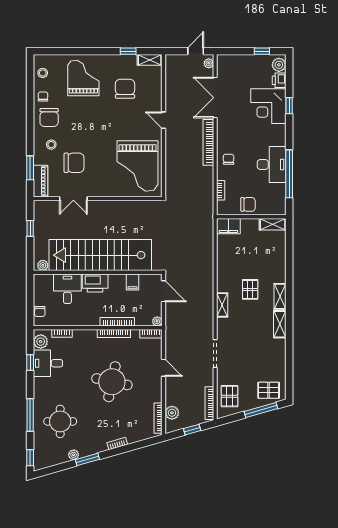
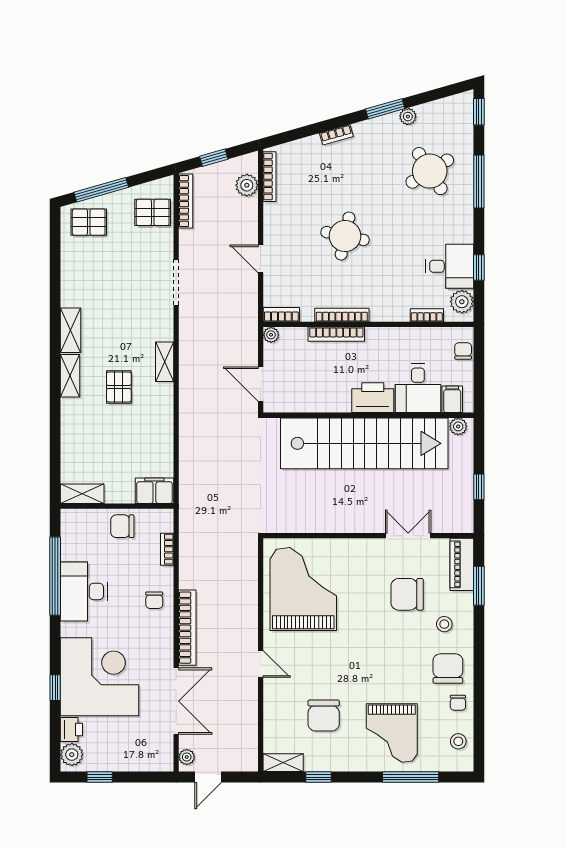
window: (72, 51) -> (411, 777), added
corner desk: (268, 106) -> (99, 677), width x1.36, depth x1.36
filing cabinet: (132, 282) -> (452, 399), moved
round table: (112, 382) -> (345, 236), width x0.73, depth x0.73
pallet: (229, 396) -> (153, 212), turned 90
round table: (60, 421) -> (430, 171), turned -32

